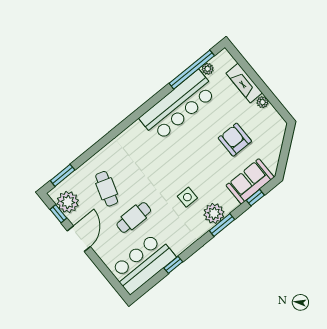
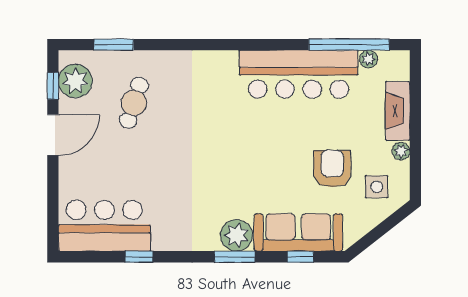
window: (63, 175) -> (114, 45), moved
sofa: (250, 181) -> (298, 232), width x1.36
side table: (187, 197) -> (377, 187), moved
cafe table: (134, 217) -> (138, 163), removed

